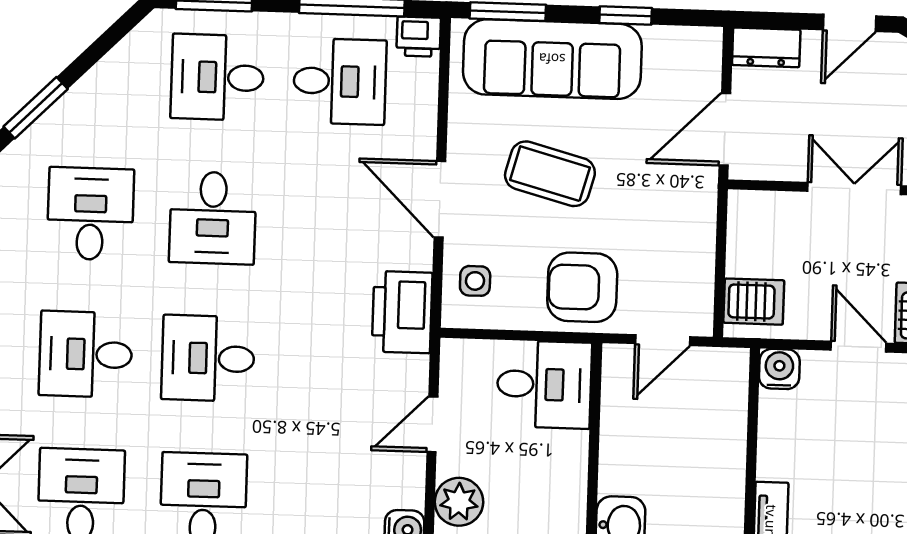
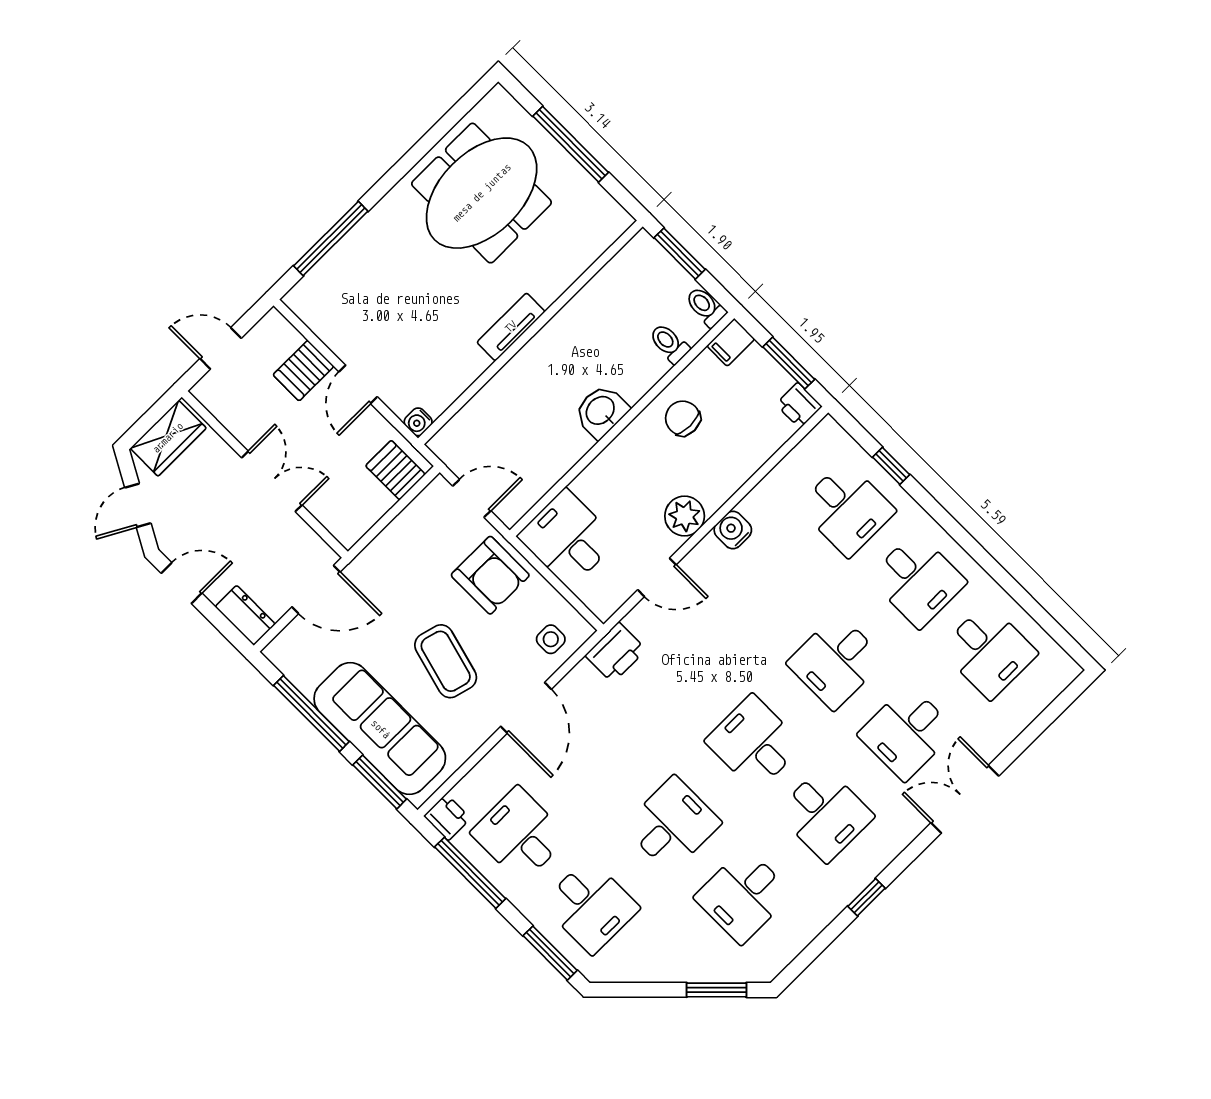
window: (626, 15) -> (311, 713), width x2.17
double door: (854, 189) -> (272, 481), swing flipped
printer: (402, 312) -> (616, 652), width x0.73, depth x0.84
desk: (208, 358) -> (754, 743), turned 180
water cooler: (779, 369) -> (418, 422), width x0.72, depth x0.72

